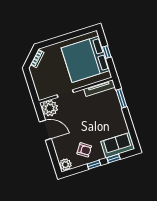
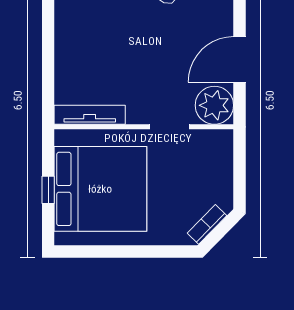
window: (121, 98) -> (48, 77), removed
door: (45, 130) -> (240, 59), hinge flipped

